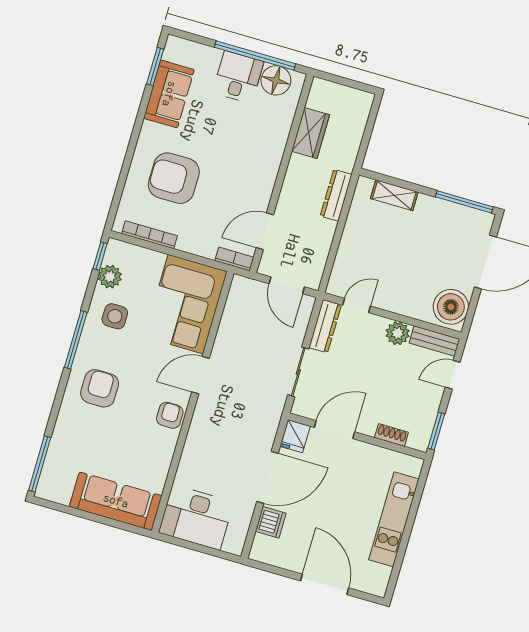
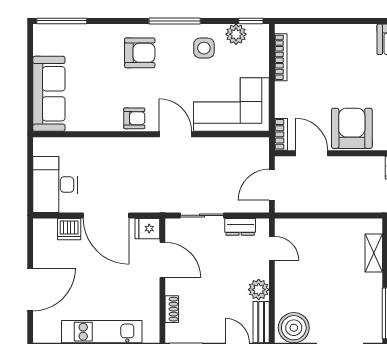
armchair: (174, 178) -> (352, 128), moved
dresser: (336, 195) -> (359, 204), removed
dresser: (325, 326) -> (240, 227), width x0.70
desk: (196, 517) -> (55, 185), moved

